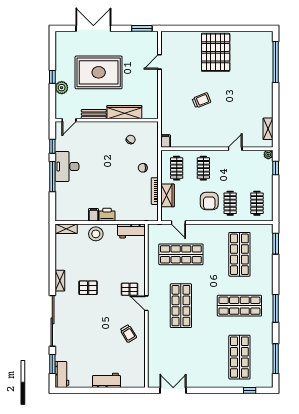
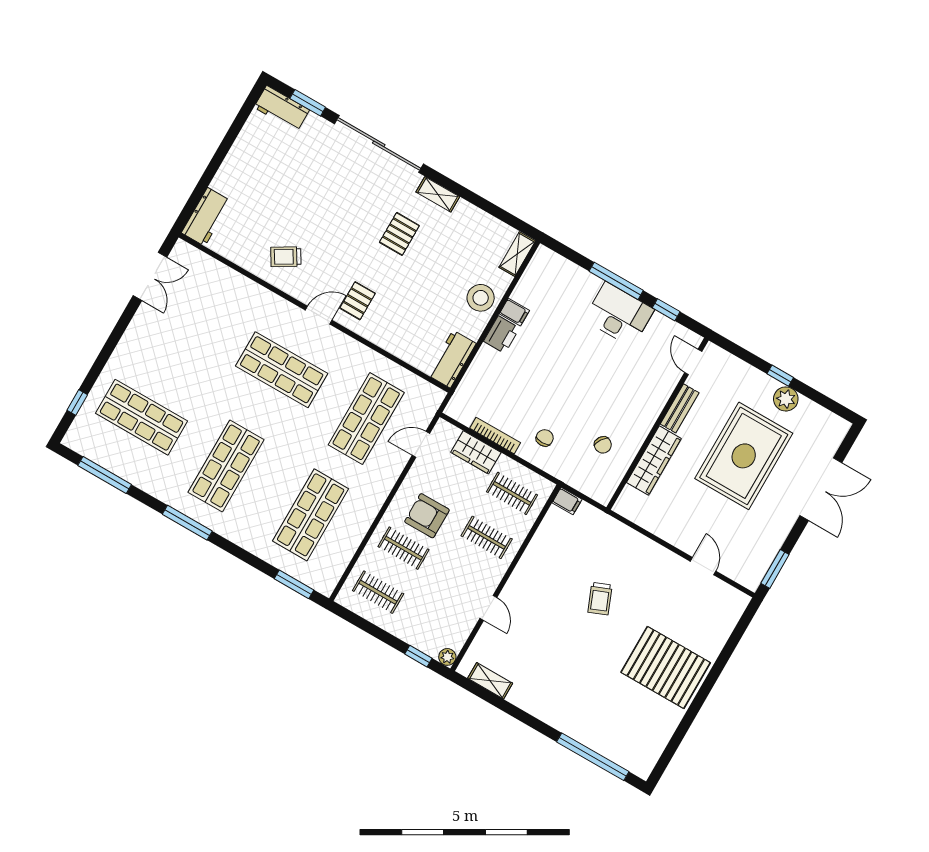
plant: (62, 88) -> (786, 399), moved
shop shelf: (239, 254) -> (311, 515), turned 90
workbench: (106, 380) -> (206, 217), moved

